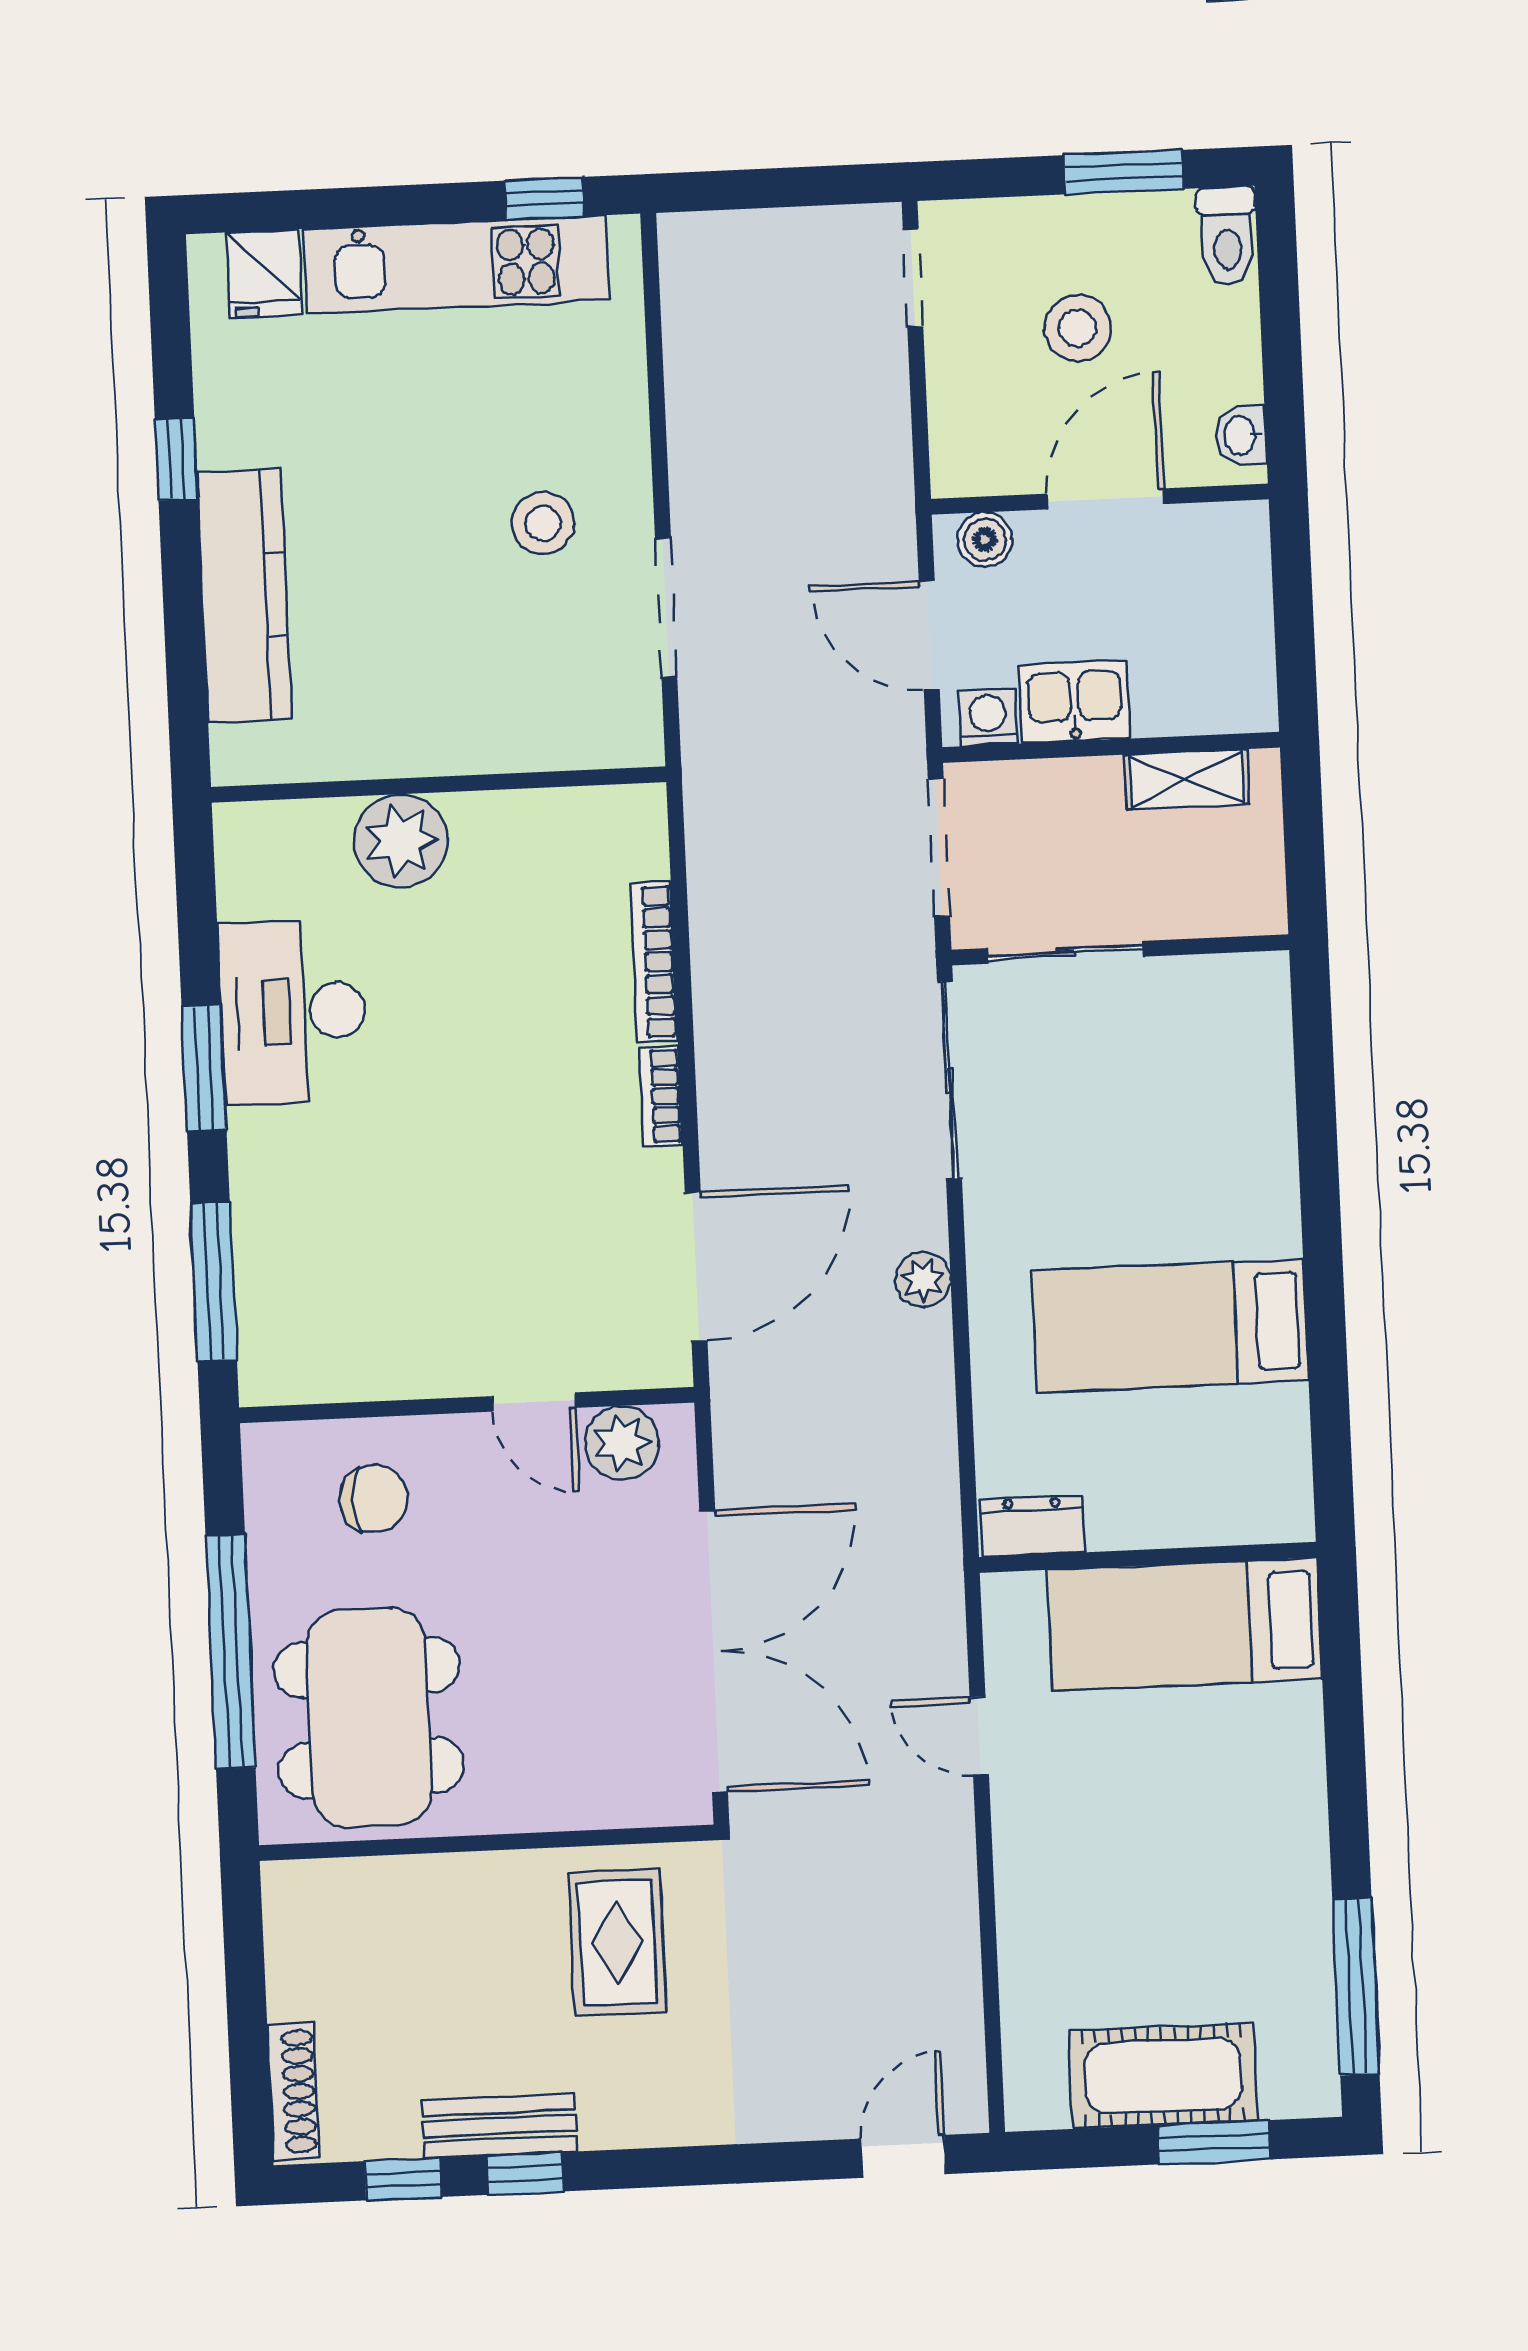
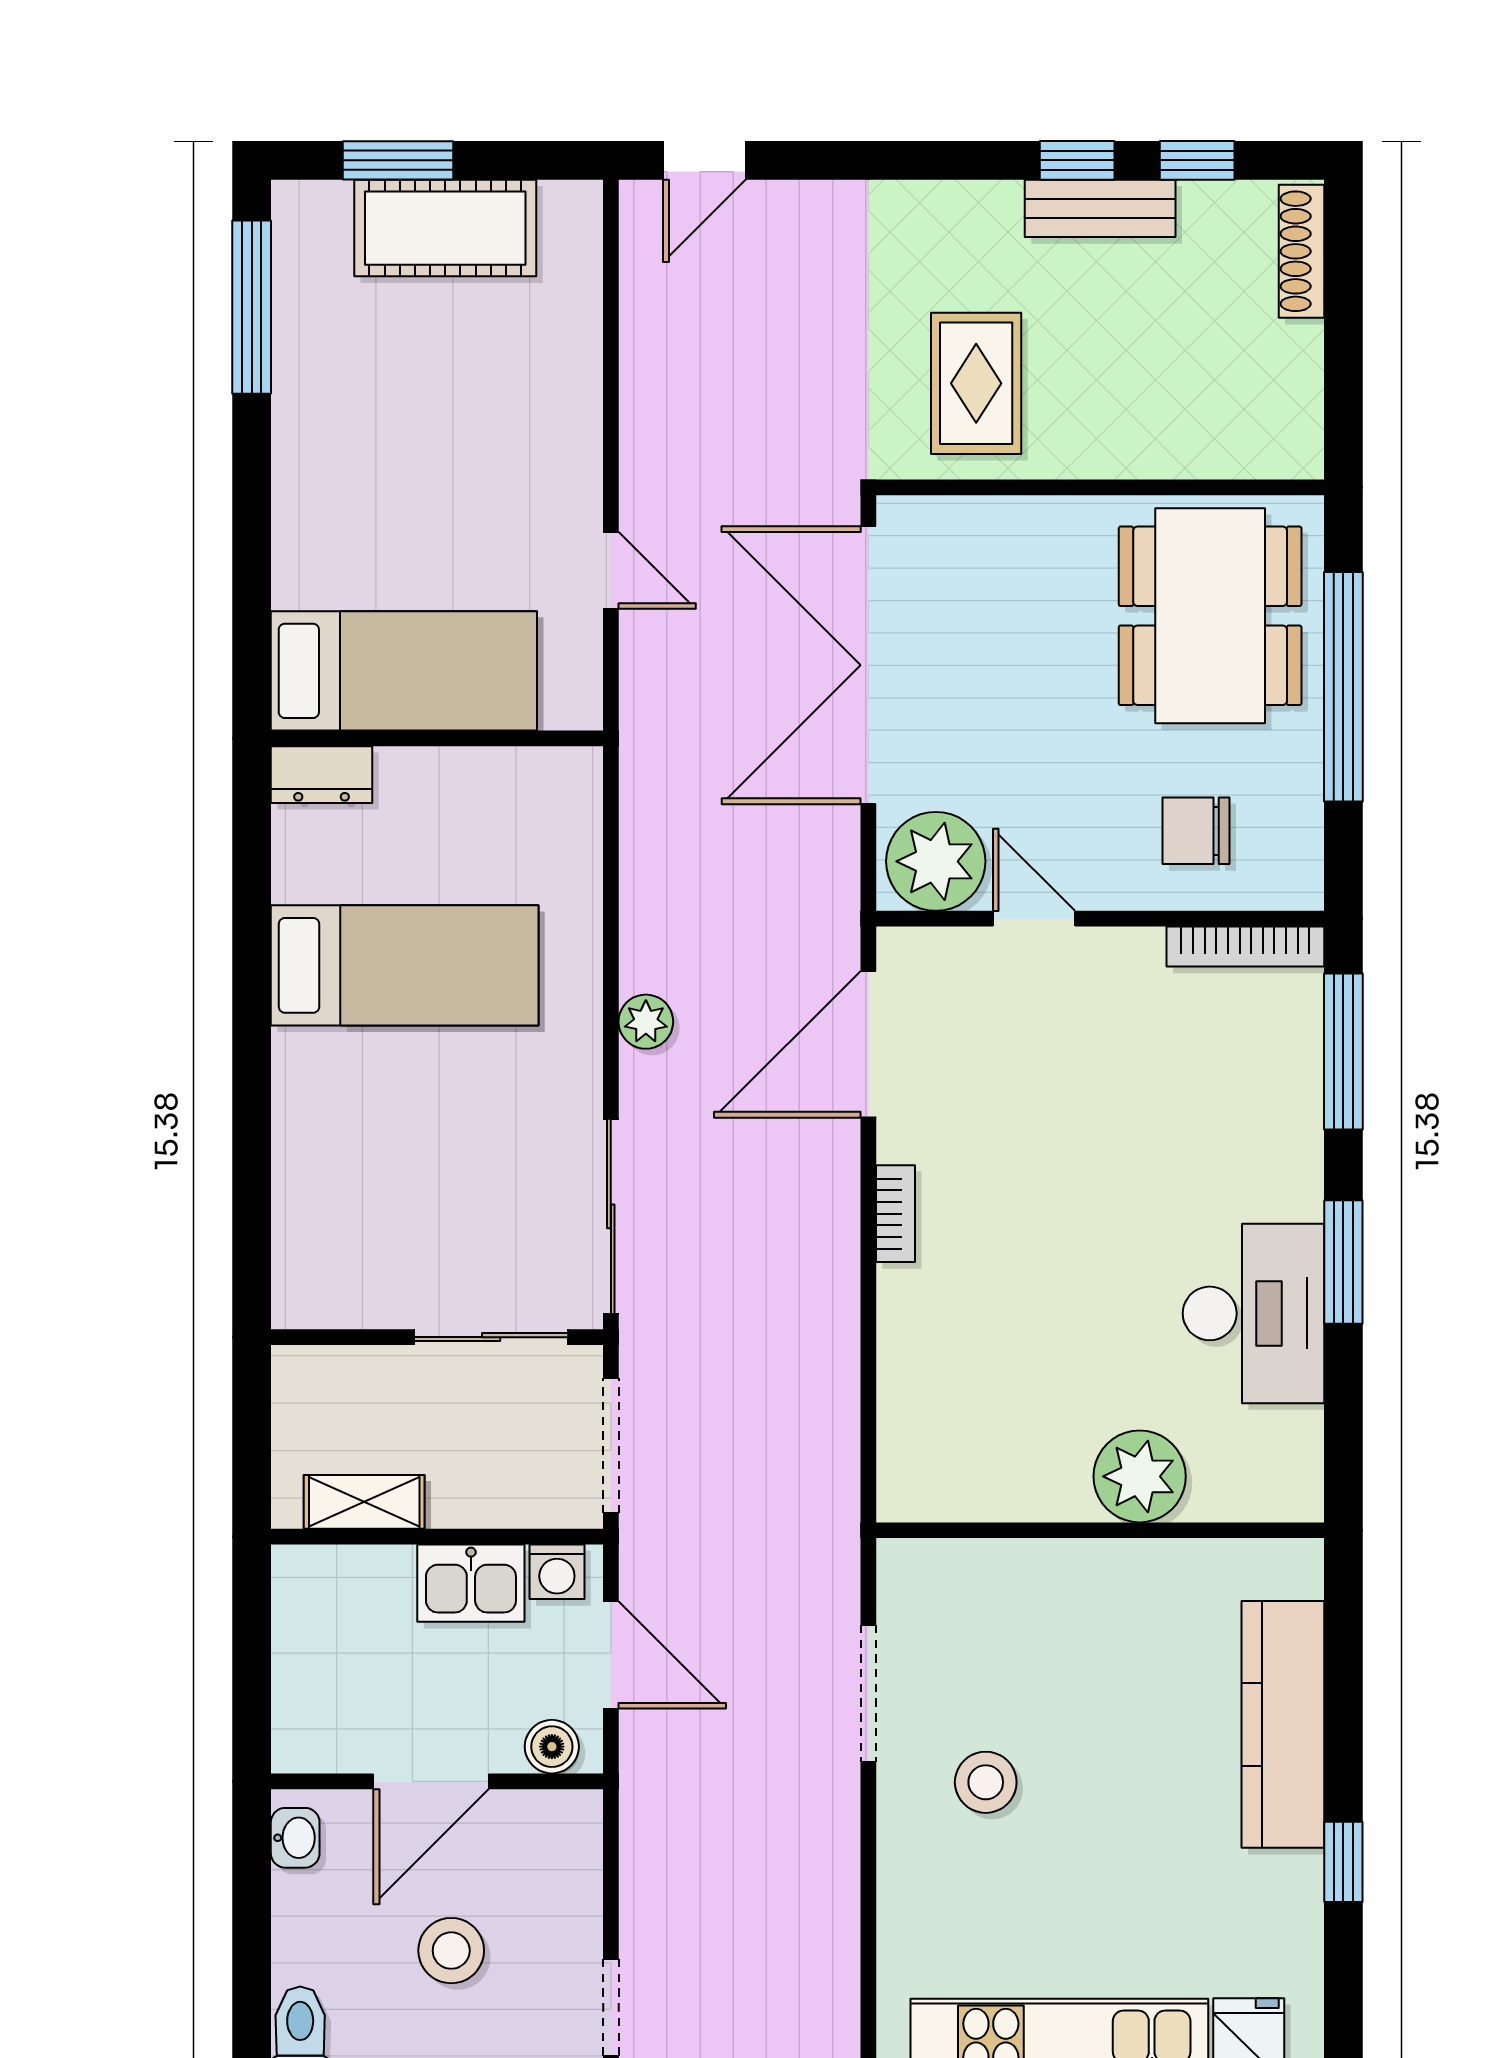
bookcase: (654, 962) -> (1245, 947), moved, turned 90
plant: (622, 1443) -> (936, 861), width x1.36, depth x1.36
dresser: (1032, 1526) -> (322, 775), moved

